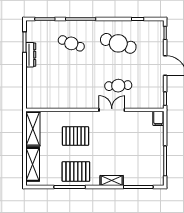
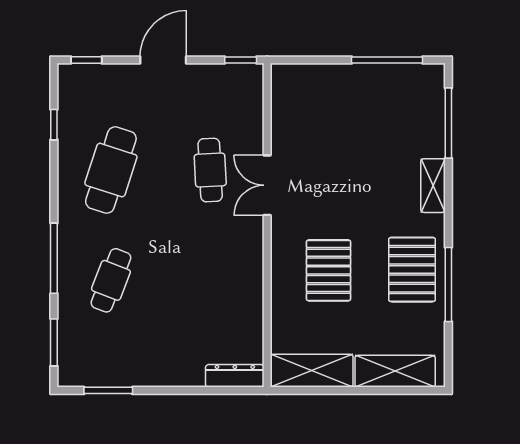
dresser: (31, 55) -> (235, 376), moved
filing cabinet: (158, 118) -> (287, 76), removed

